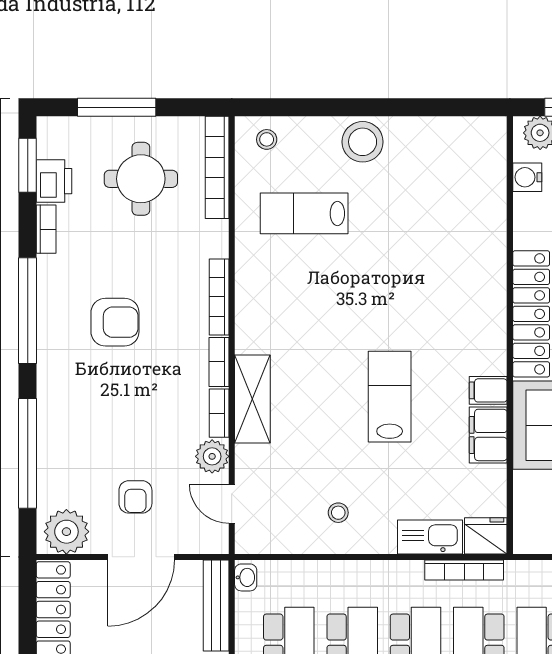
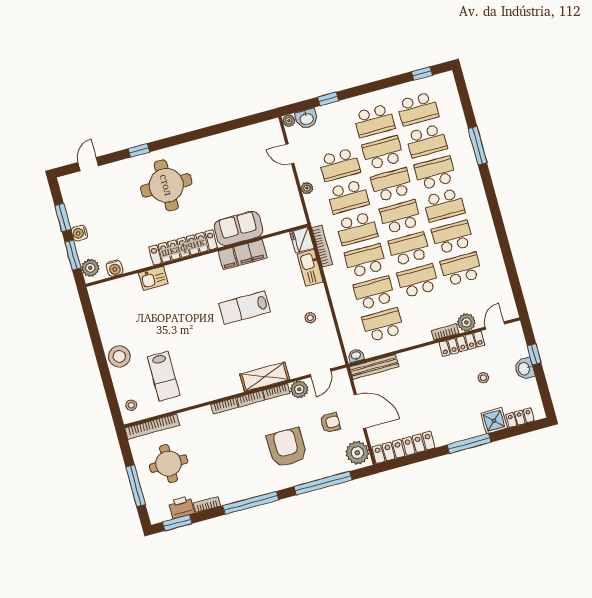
kitchen sink: (489, 243) -> (153, 278), added
bookcase: (219, 297) -> (225, 406), width x0.64
armchair: (115, 322) -> (287, 448), moved, width x1.36, depth x1.36

